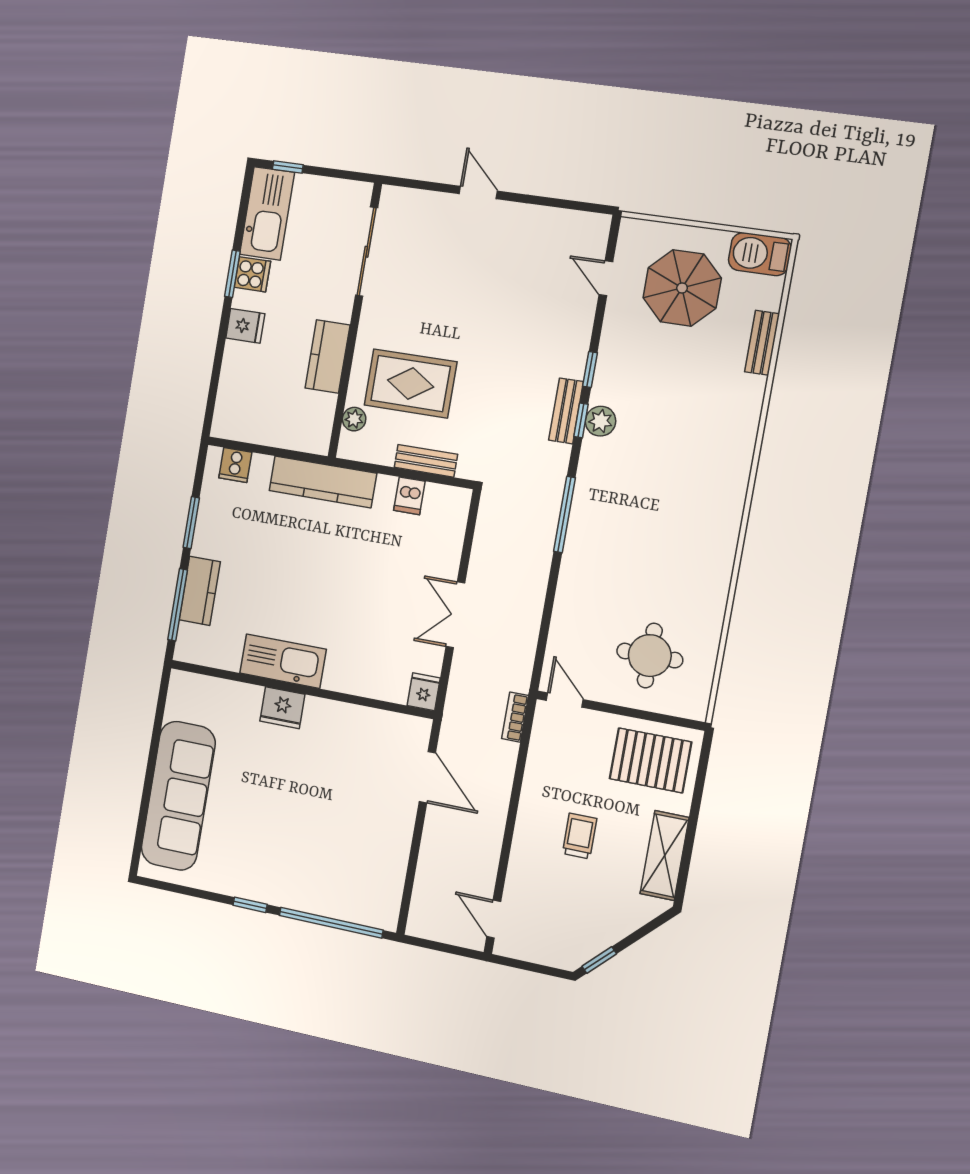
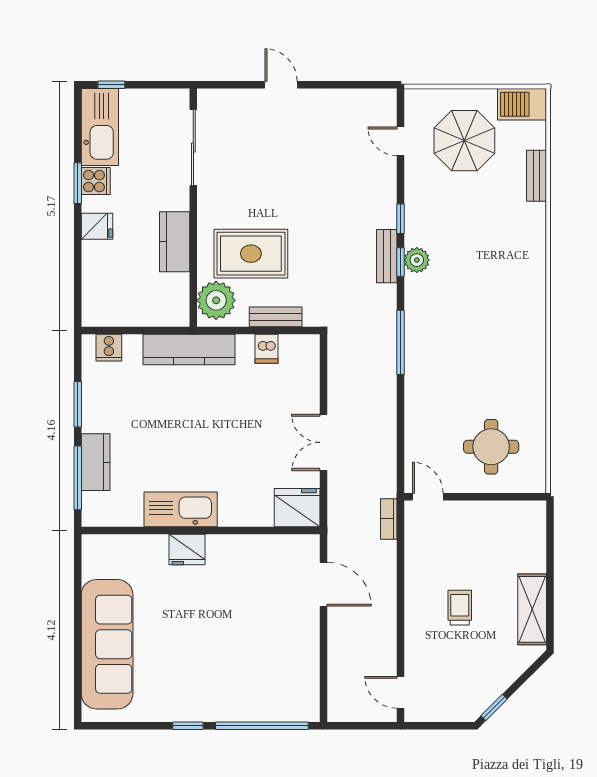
plant: (354, 419) -> (216, 300), width x1.88, depth x1.88
fridge: (424, 692) -> (297, 508), width x1.88, depth x1.34
pallet: (650, 760) -> (507, 533), removed

